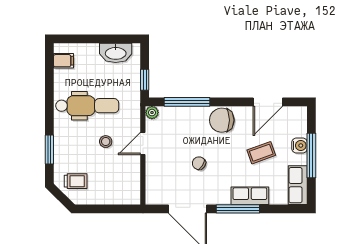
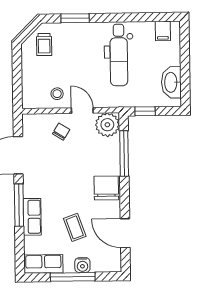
plant: (152, 113) -> (107, 125), width x1.88, depth x1.88
stool: (106, 142) -> (57, 94), moved
chair: (199, 163) -> (61, 132), moved

